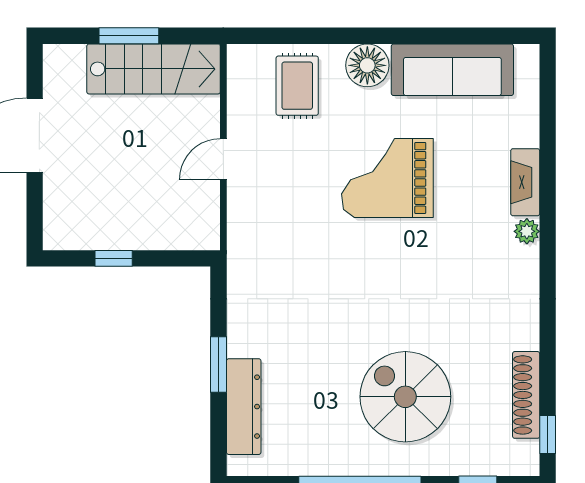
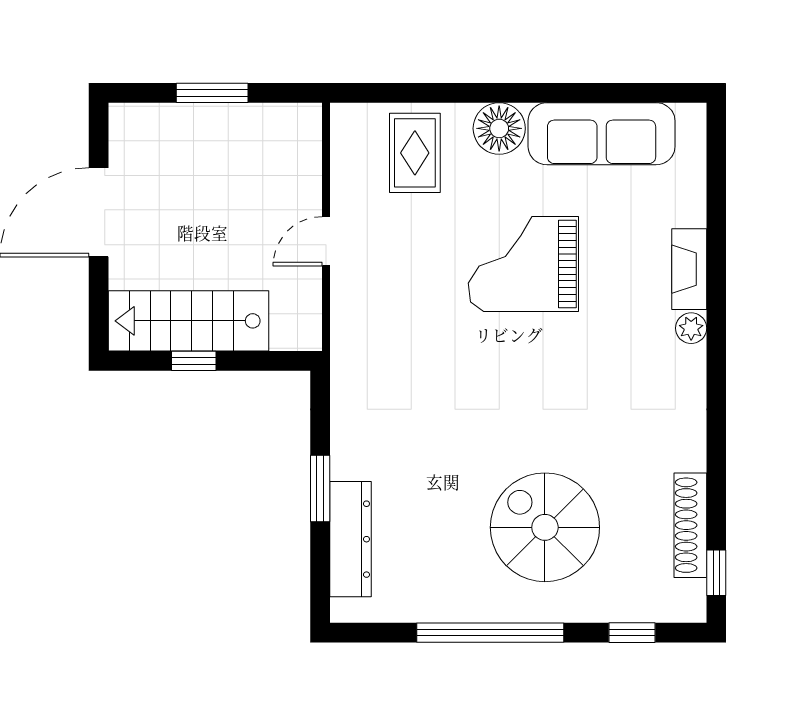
stairs: (154, 69) -> (189, 321), moved, turned 180

